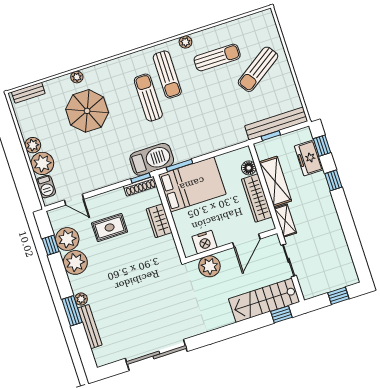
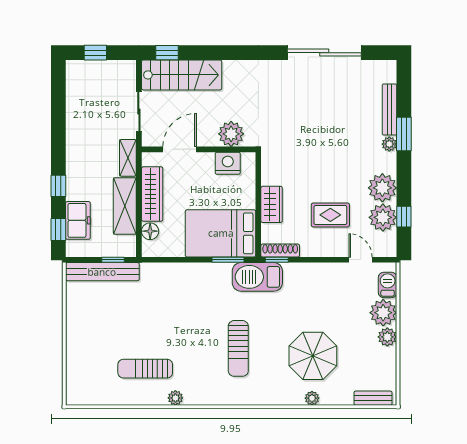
sun lounger: (258, 69) -> (103, 340), removed
sun lounger: (167, 74) -> (208, 368), removed

